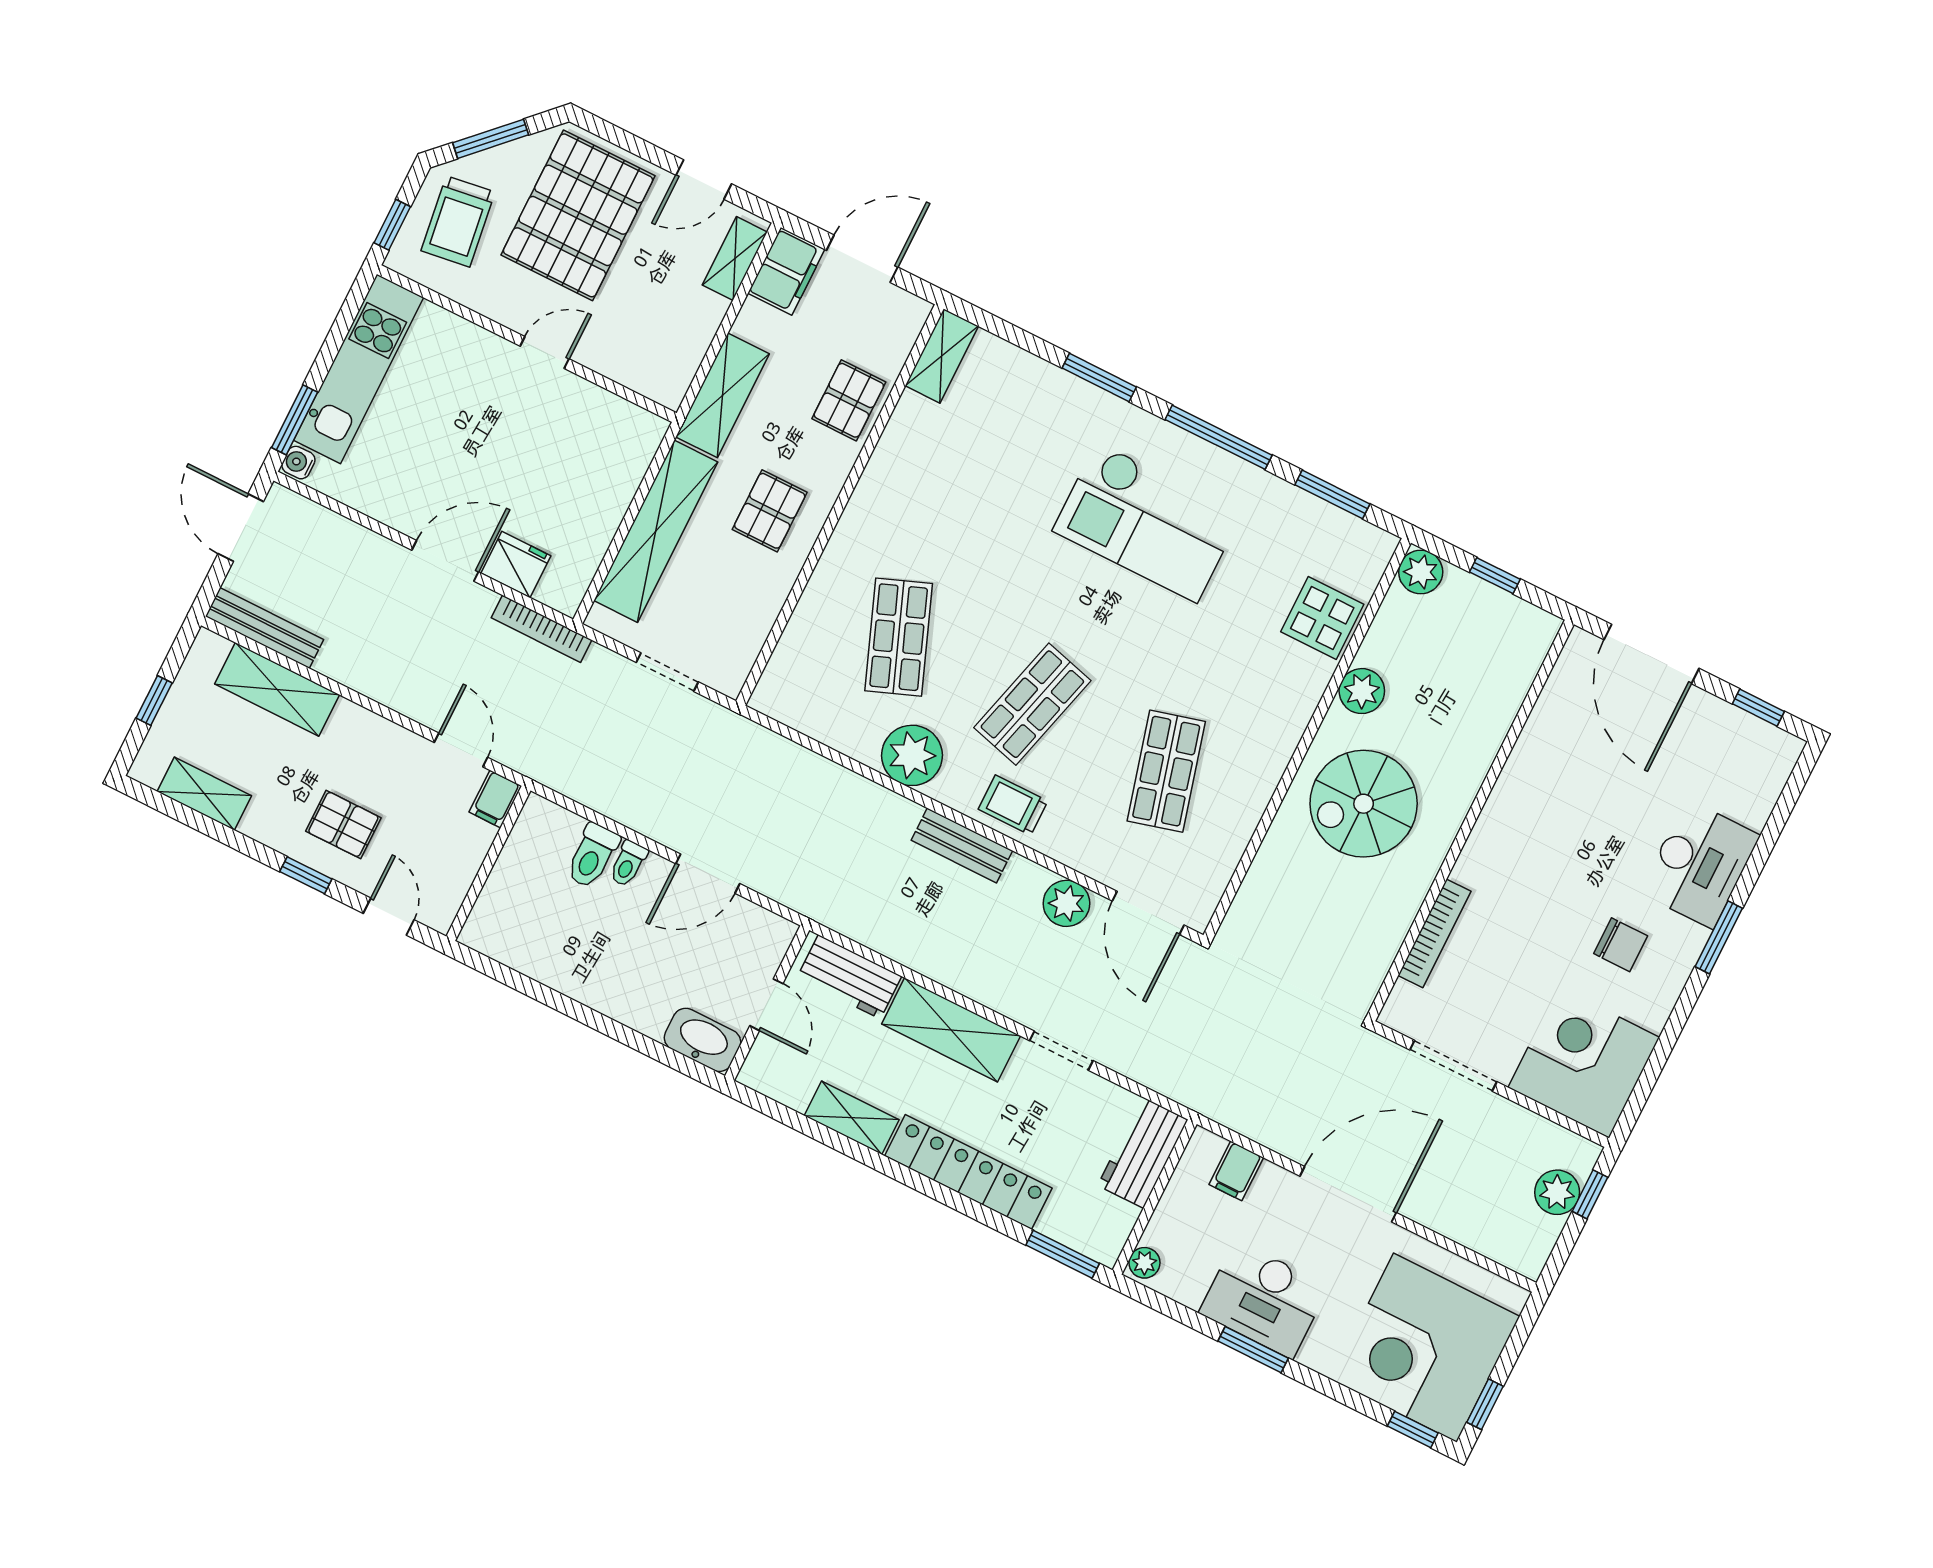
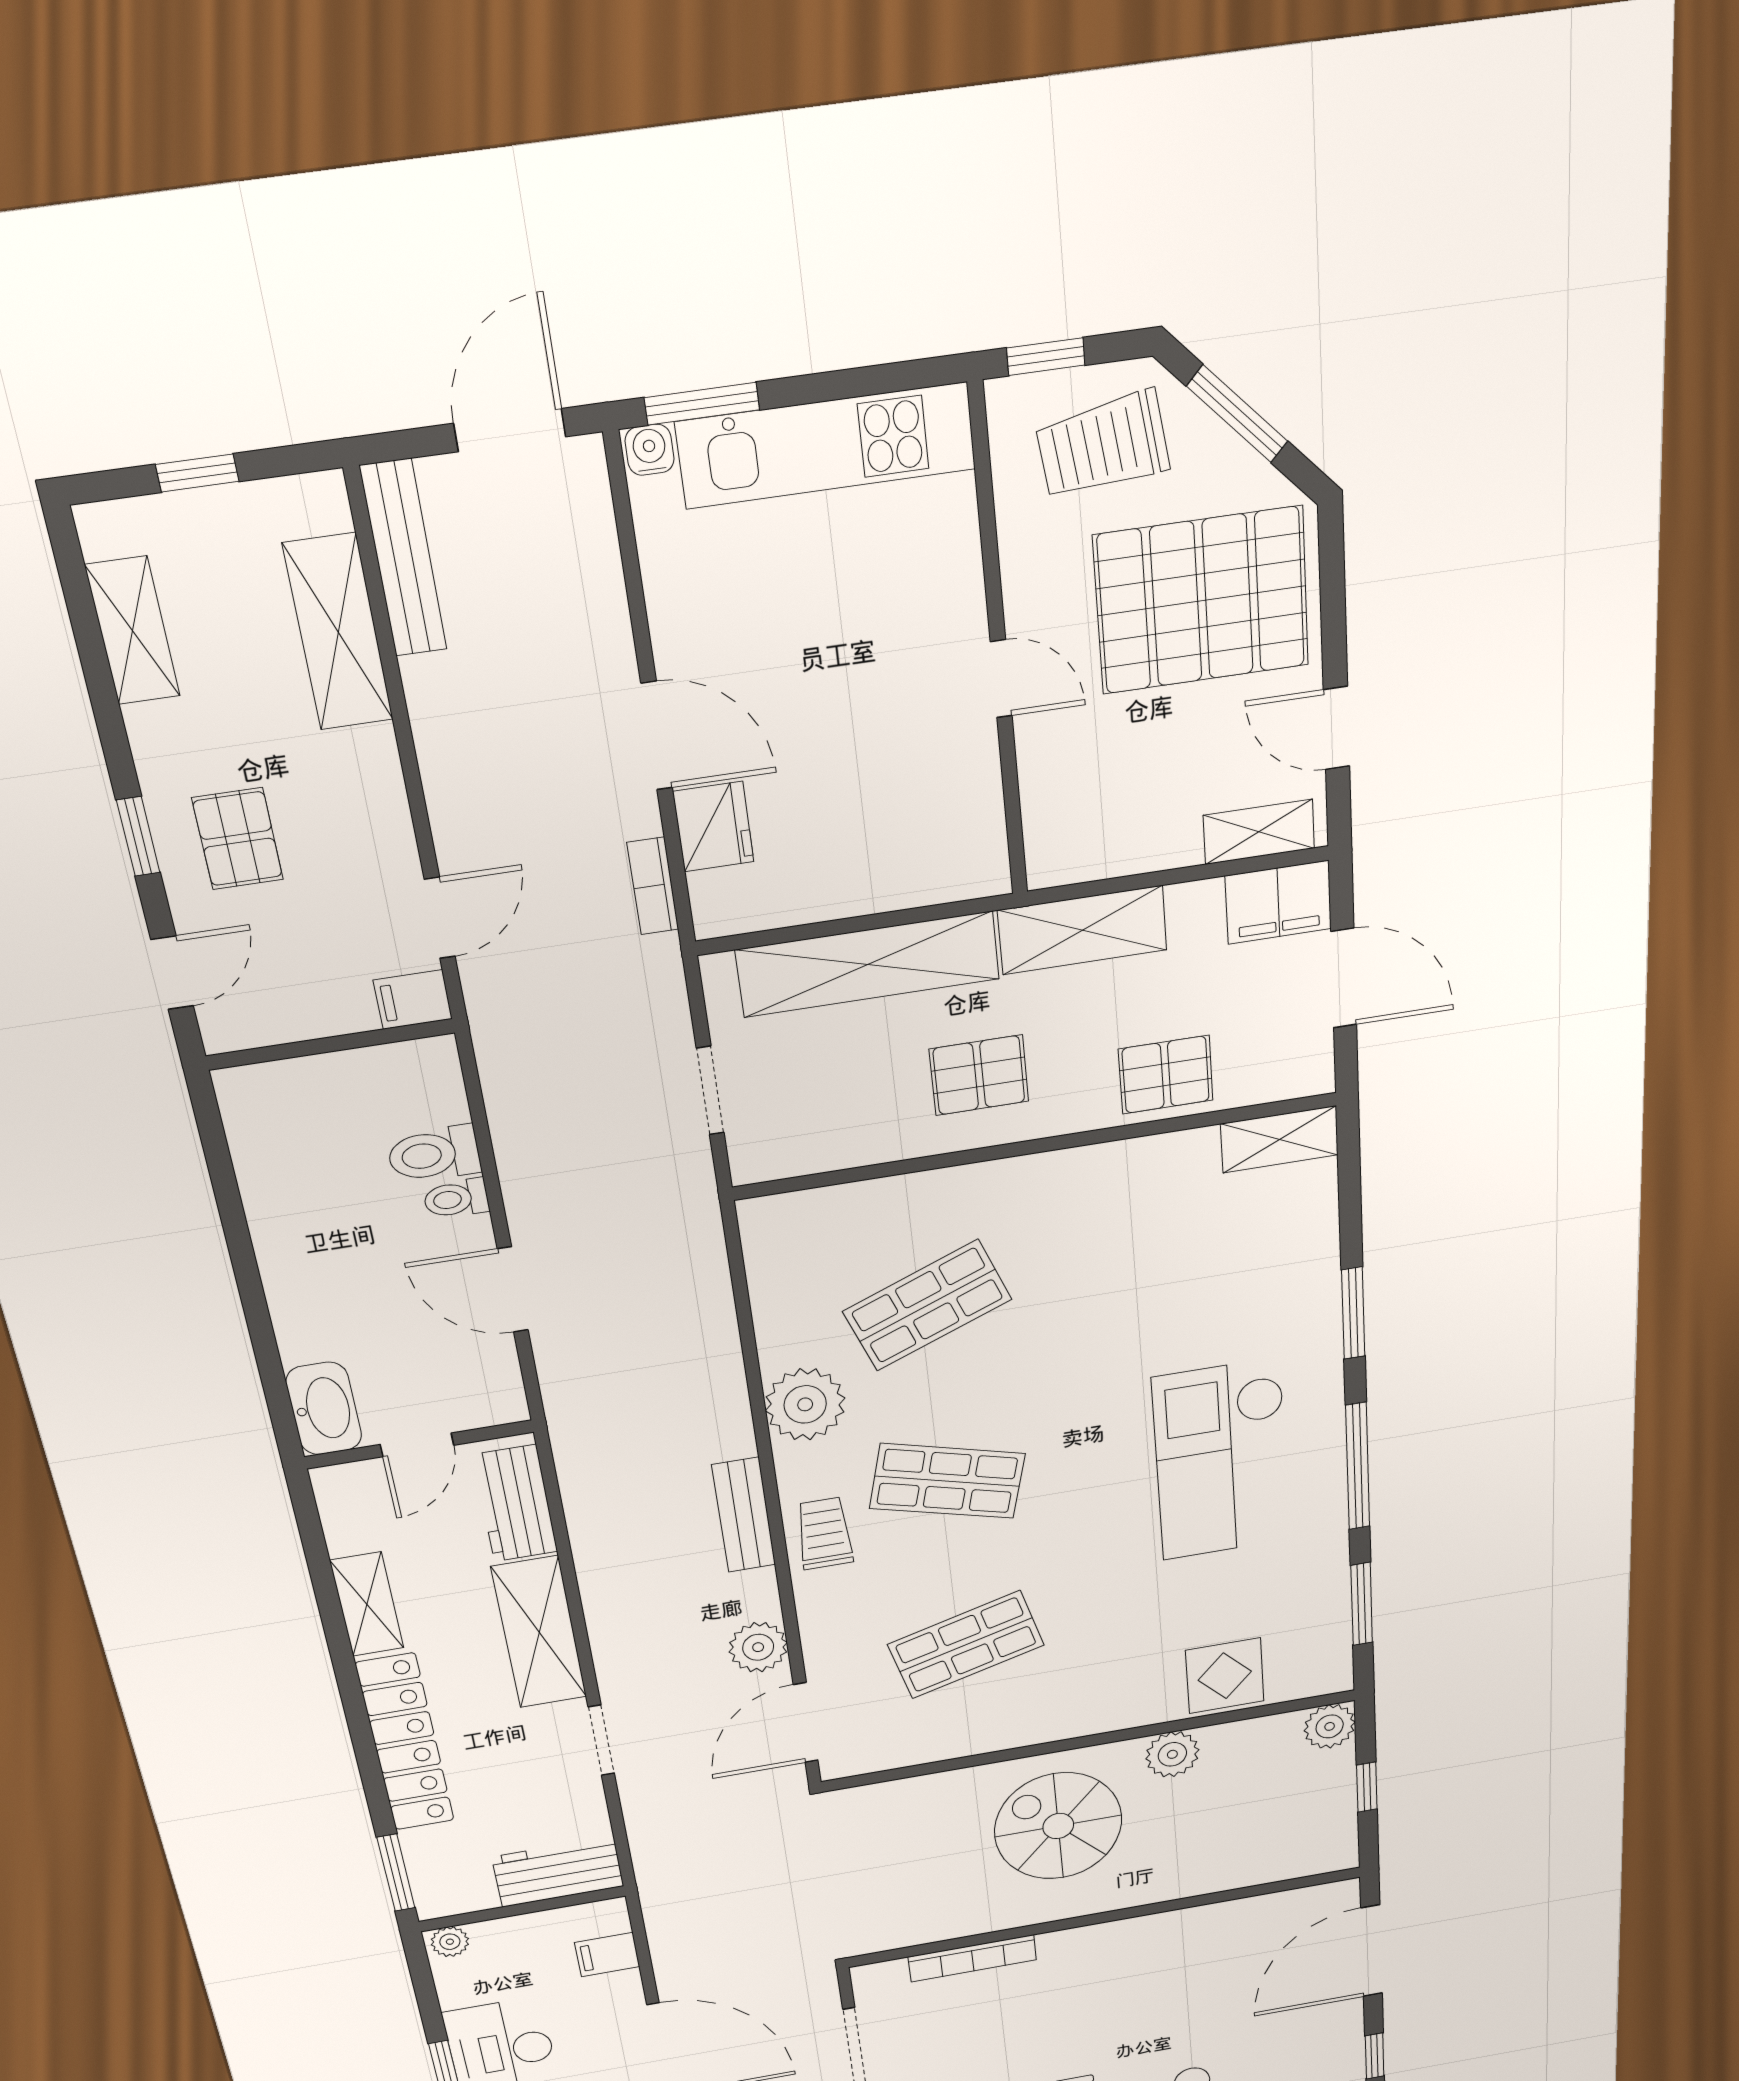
bookcase: (542, 629) -> (653, 886), width x0.64

